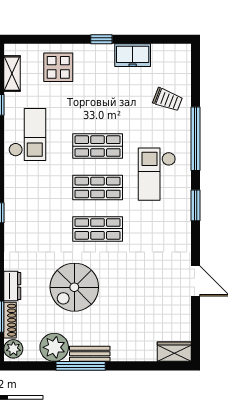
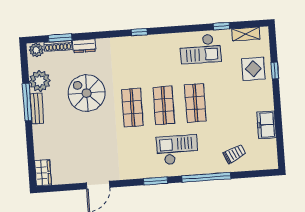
window: (101, 39) -> (275, 71), moved
trolley: (168, 100) -> (235, 154), turned -135

